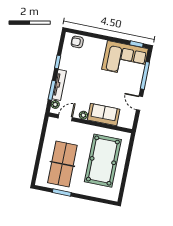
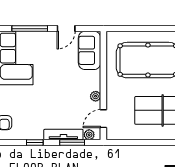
sofa: (104, 115) -> (90, 50), moved
door: (65, 118) -> (103, 119), hinge flipped

